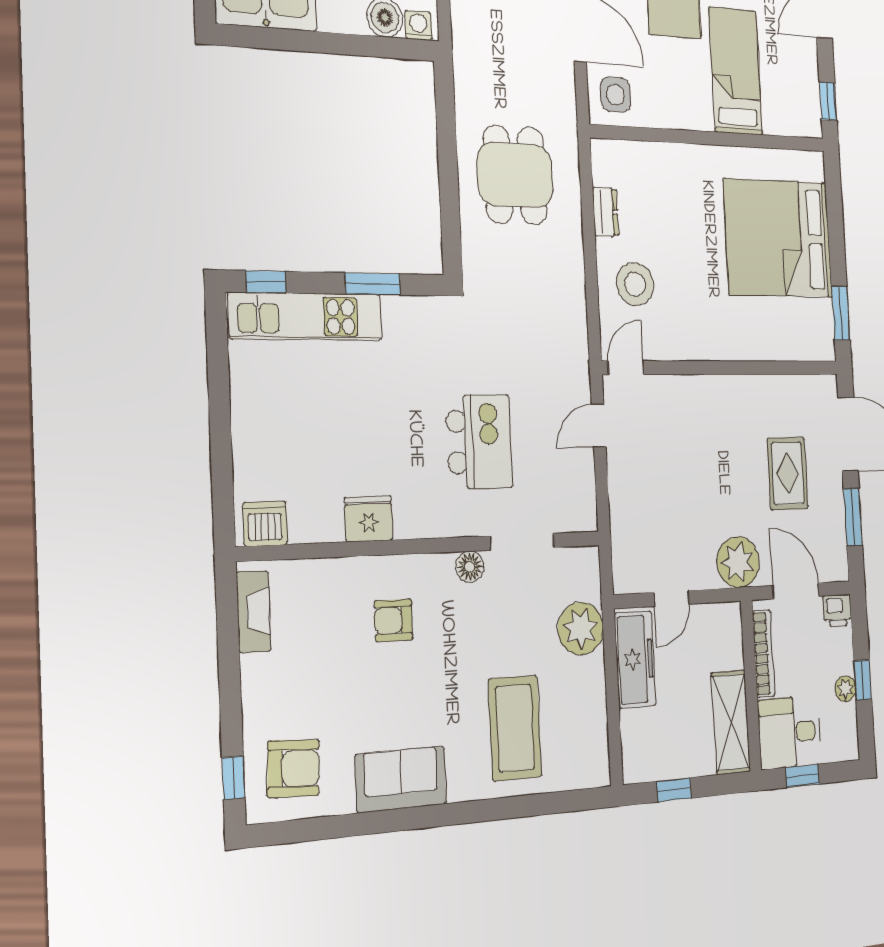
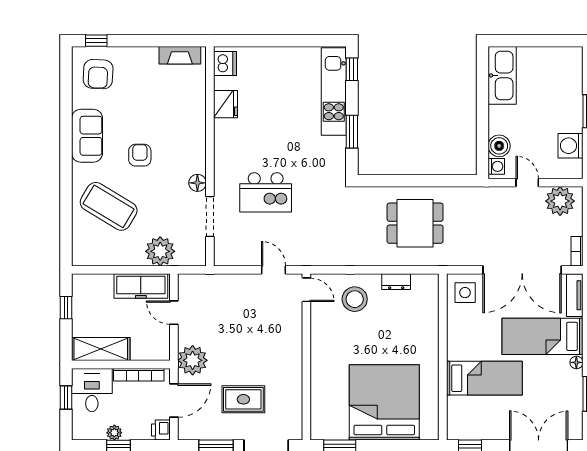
fridge: (369, 519) -> (226, 104), moved
armchair: (393, 620) -> (140, 155), moved
coffee table: (515, 728) -> (109, 206), turned 31

